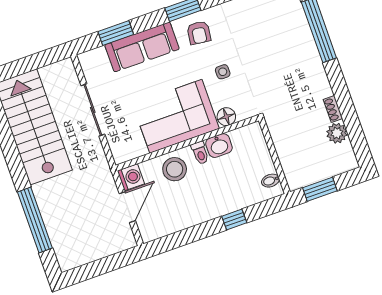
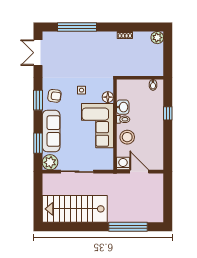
plant: (92, 62) -> (50, 162), added
plant: (337, 133) -> (157, 38), moved
window: (320, 189) -> (168, 59), removed

